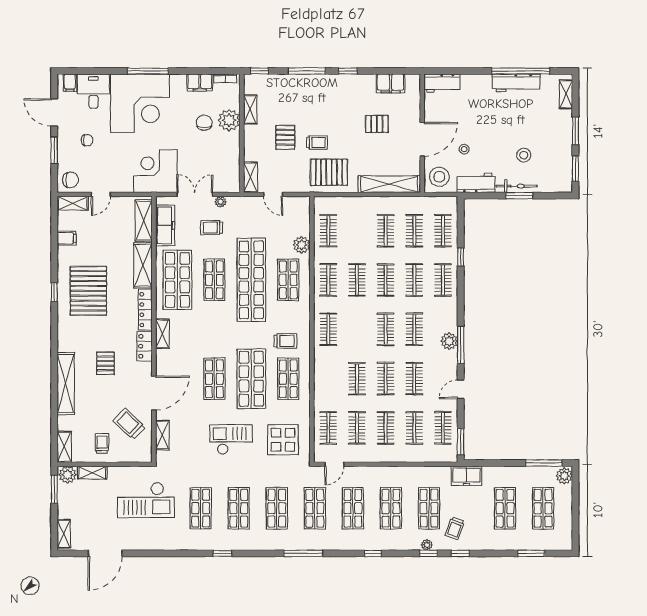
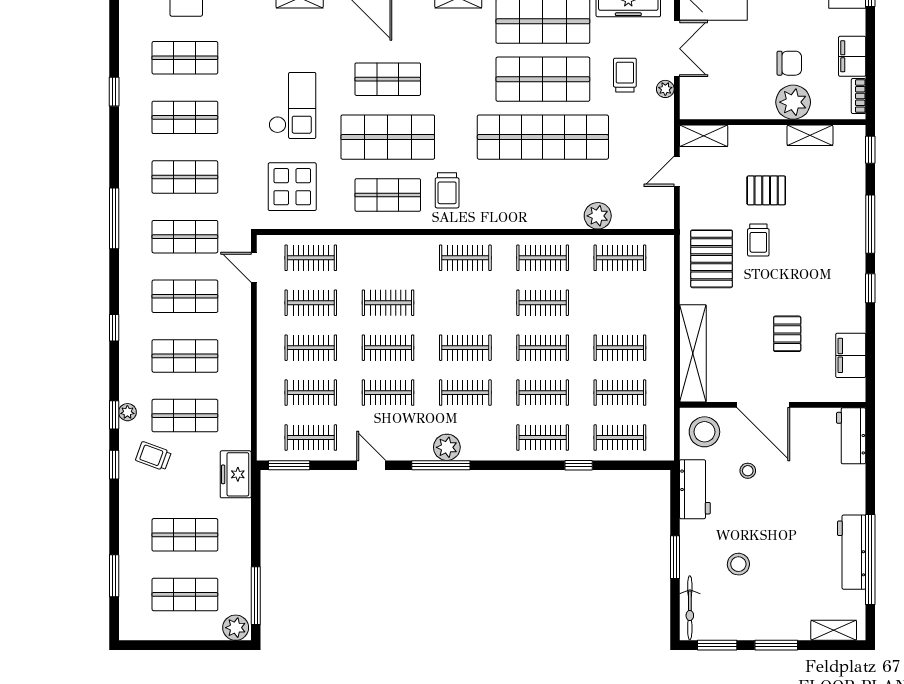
bicycle: (517, 186) -> (690, 608), moved
shop shelf: (214, 280) -> (543, 79), width x1.43, depth x1.36
shop shelf: (288, 280) -> (543, 195), removed

